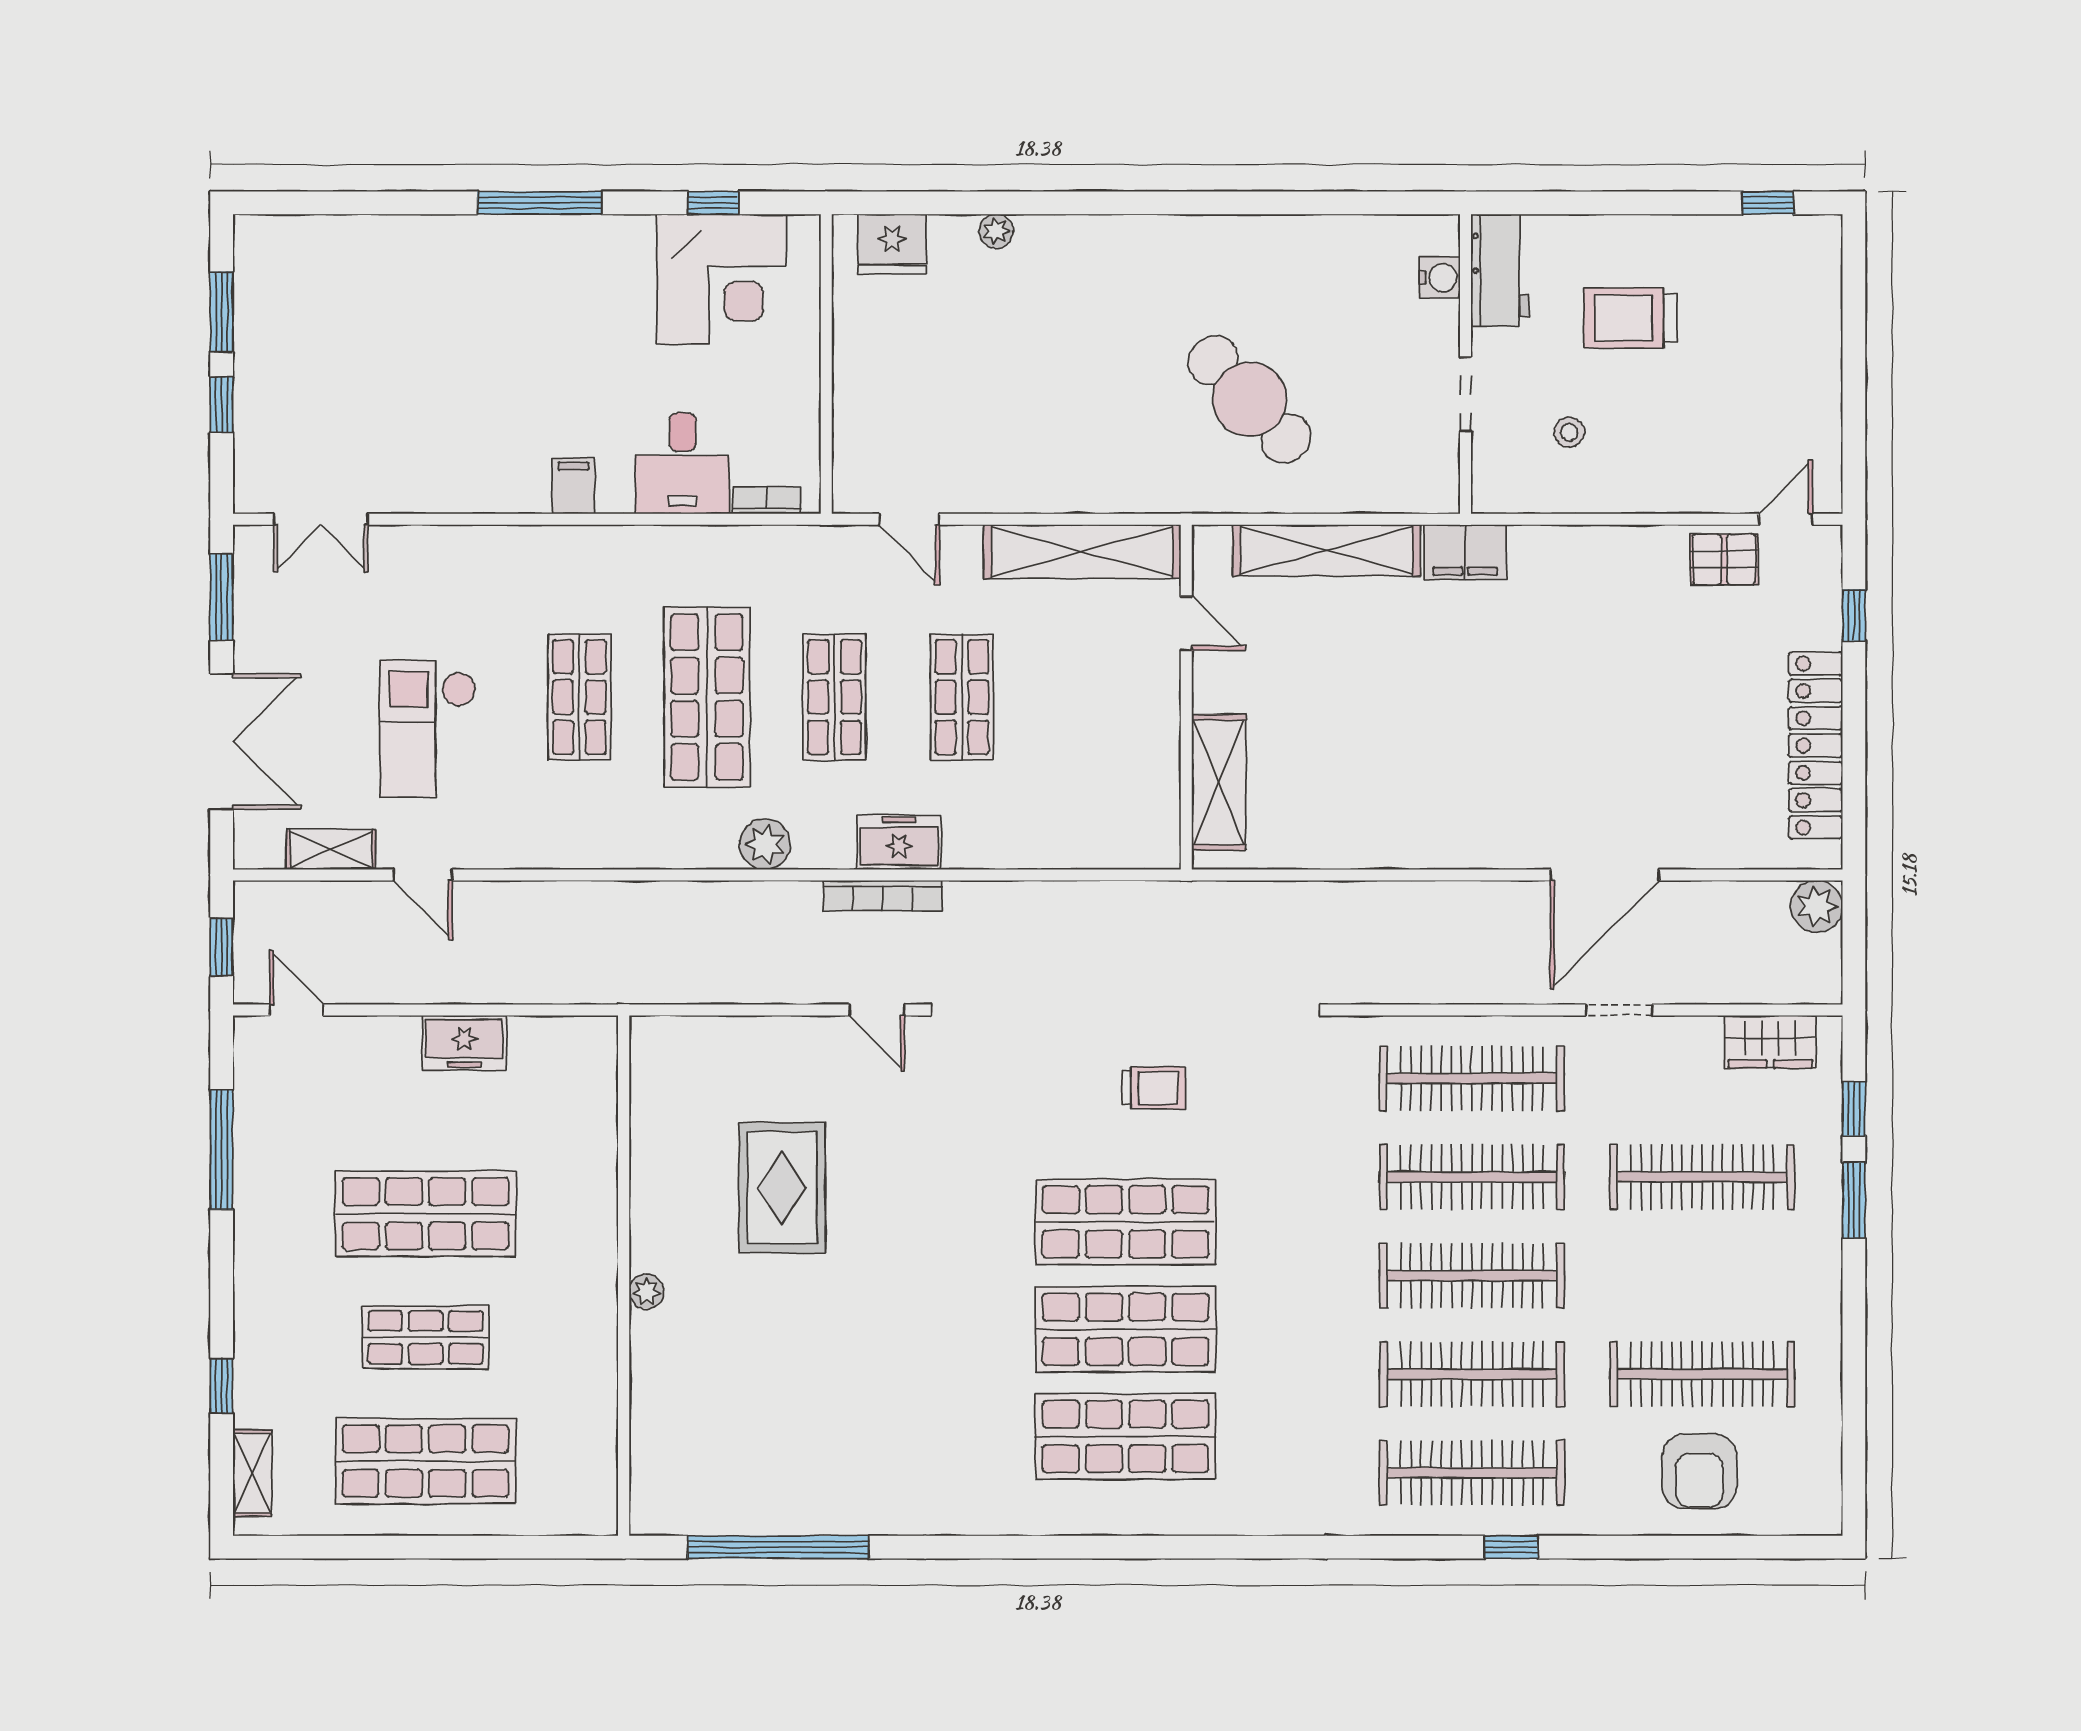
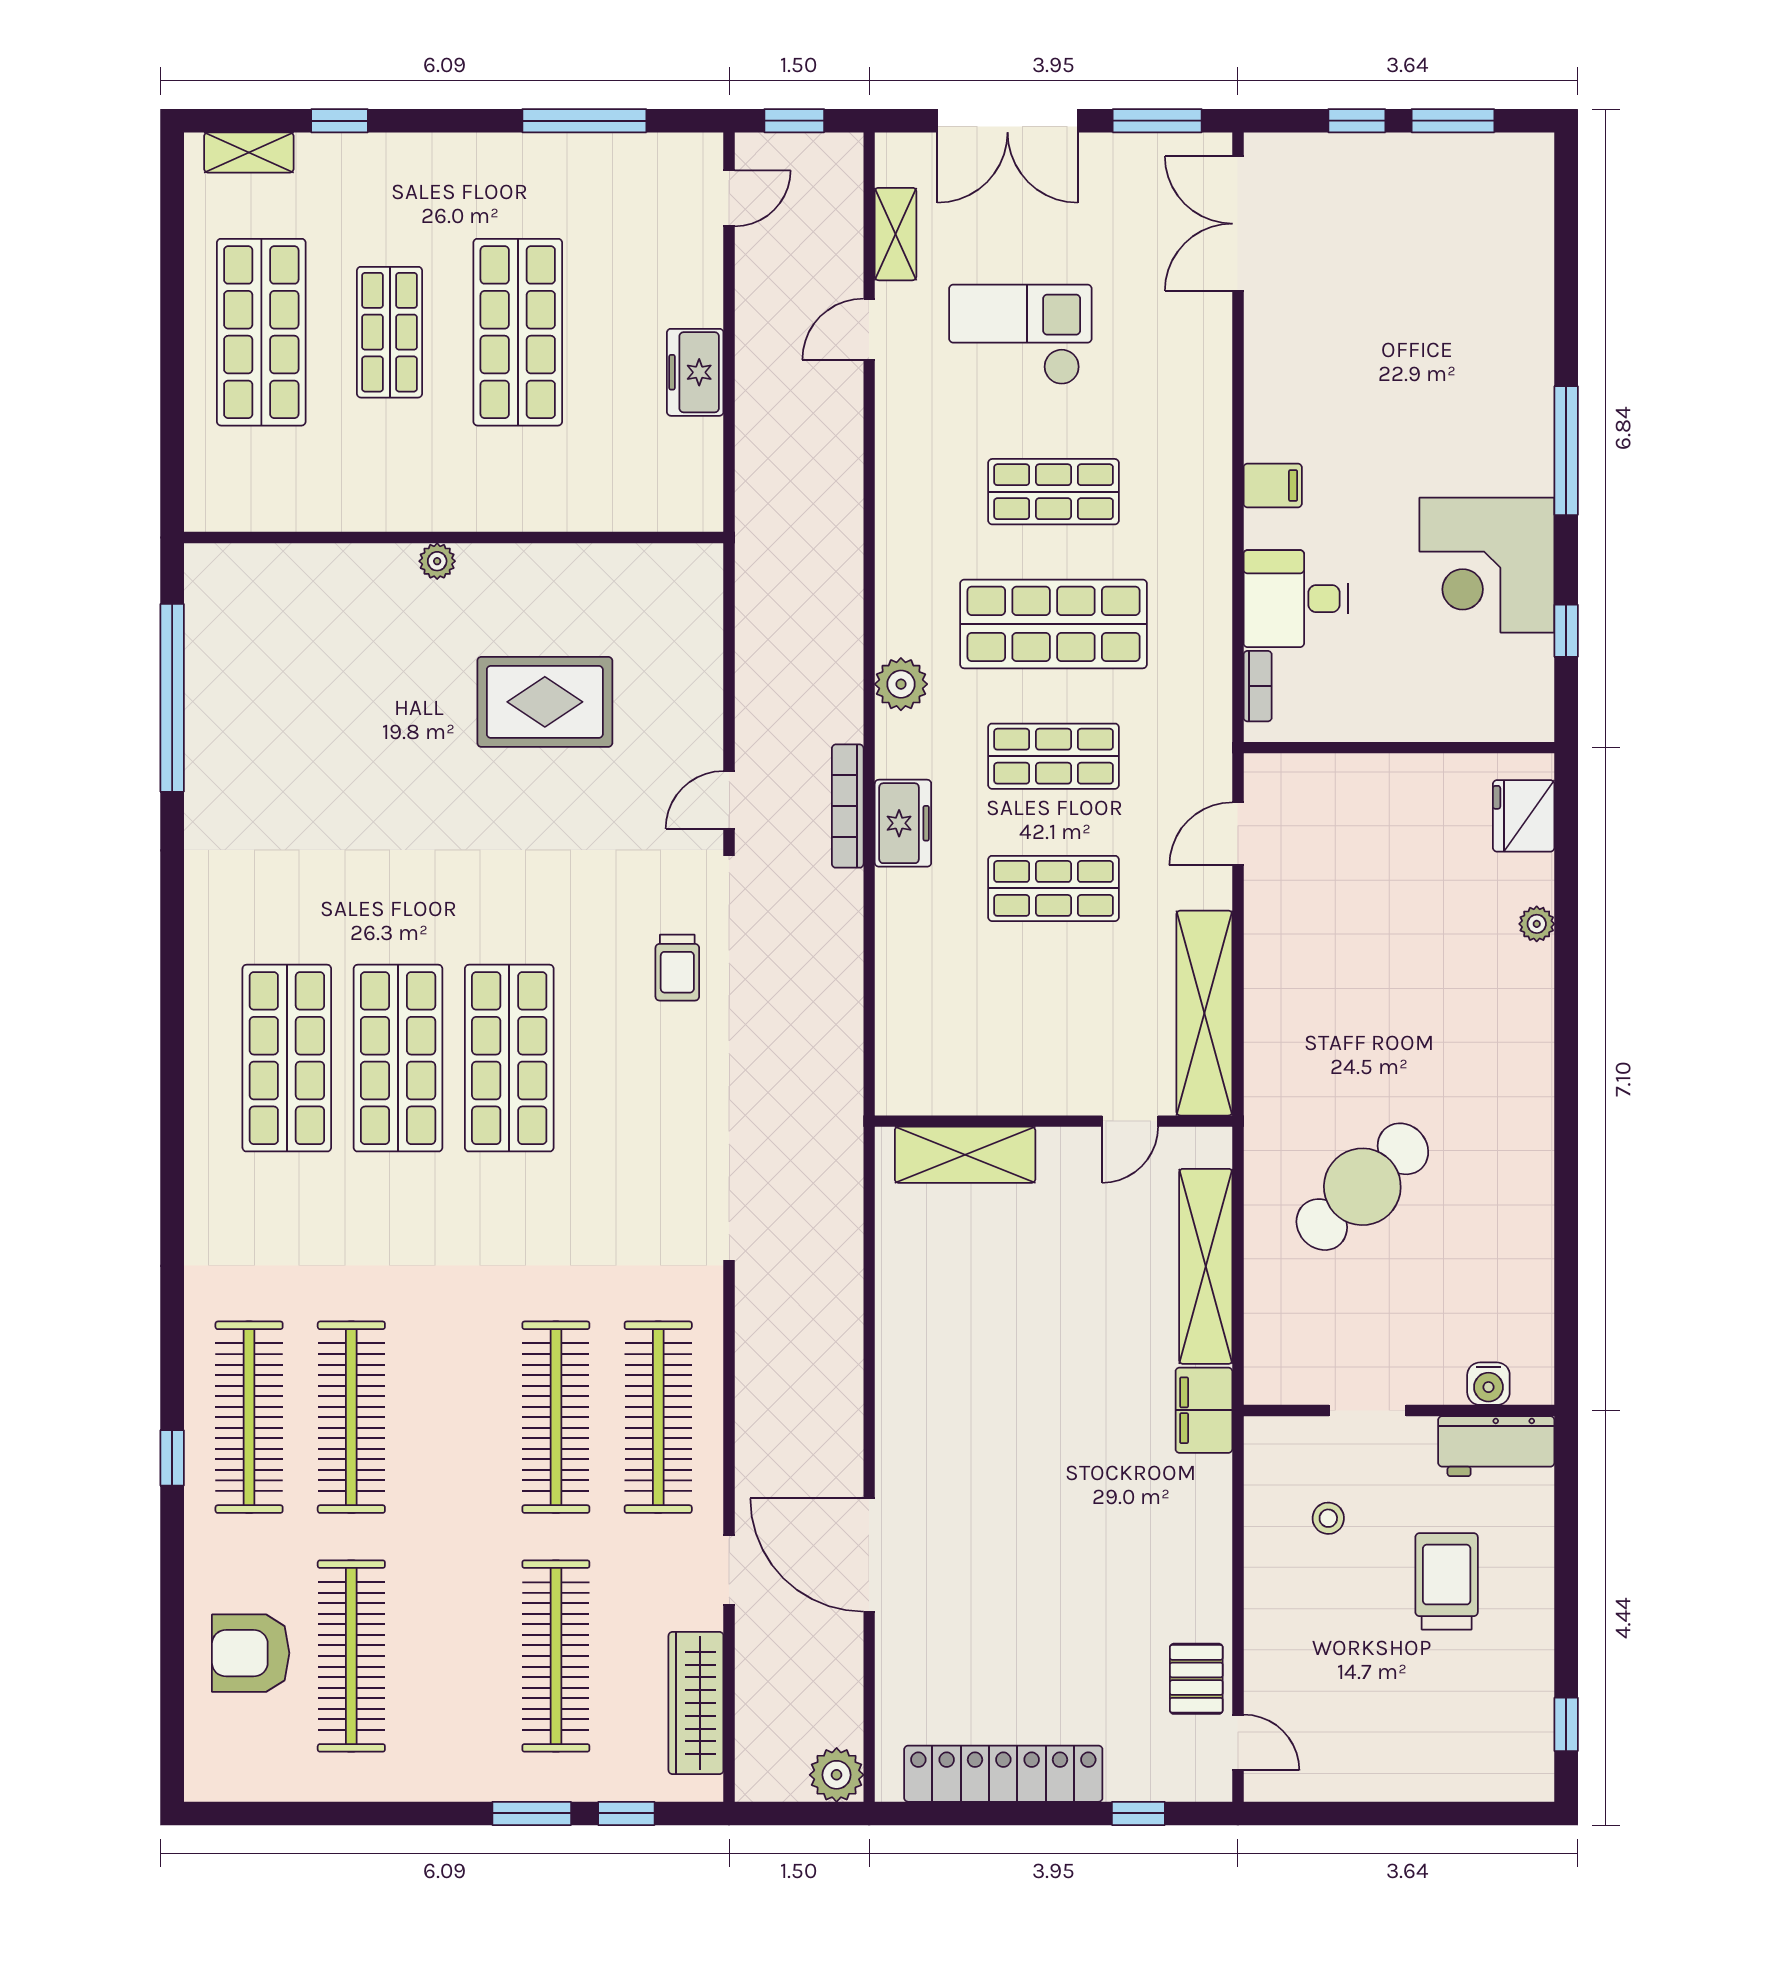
corner desk: (722, 279) -> (1487, 565), moved
double door: (321, 519) -> (1238, 224), width x1.37
wardrobe: (1770, 1042) -> (696, 1703), width x1.50
trolley: (1154, 1088) -> (677, 968), moved
clothes rail: (1472, 1276) -> (454, 1417), removed

